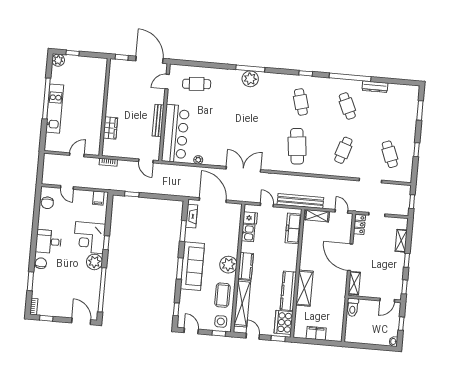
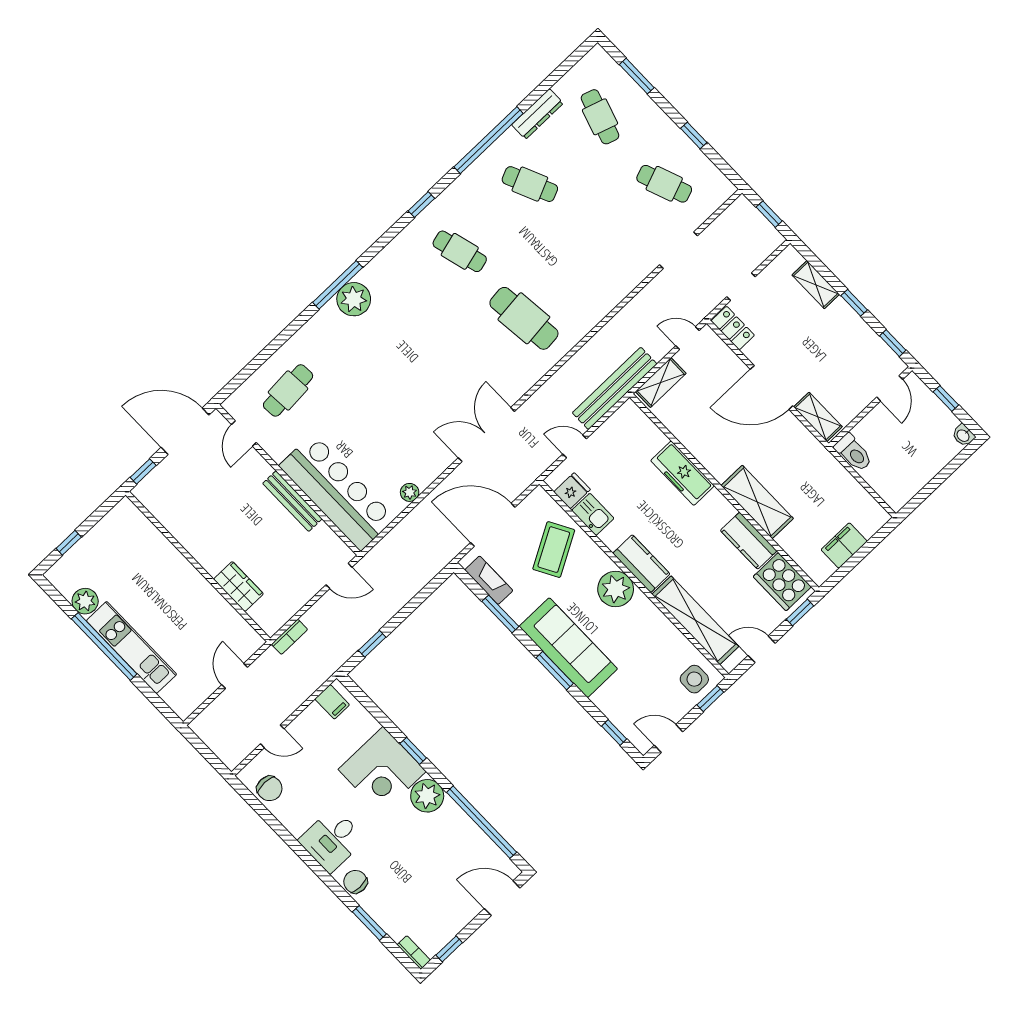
plant: (58, 60) -> (85, 601), moved
cafe table: (343, 150) -> (600, 117), moved
freezer: (293, 228) -> (683, 473), moved
kitchen counter: (288, 291) -> (749, 541), width x0.67
coffee table: (222, 295) -> (554, 550), moved, turned 61

